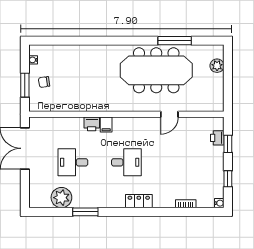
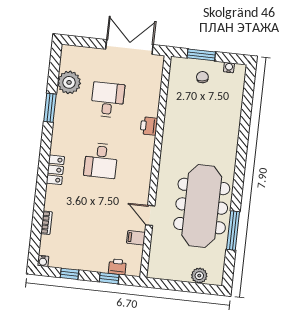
filing cabinet: (106, 124) -> (136, 238), moved

